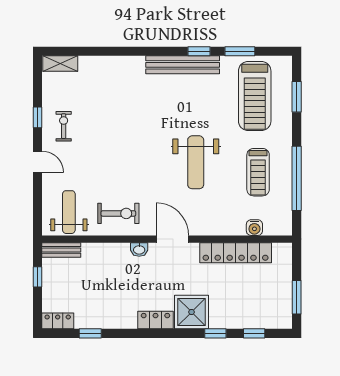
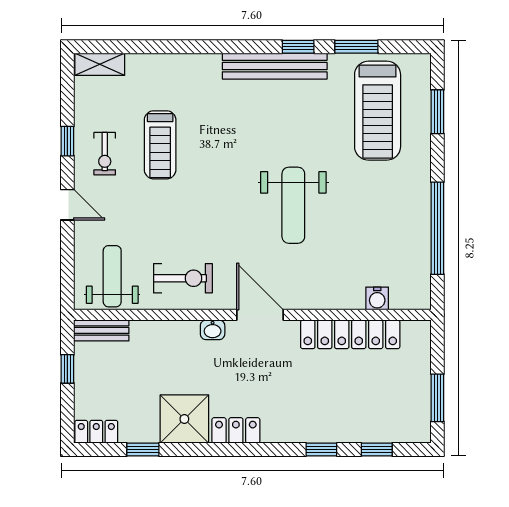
exercise bike: (64, 126) -> (105, 154), turned 180
treadmill: (258, 172) -> (160, 145), moved
shower: (192, 312) -> (184, 419), moved

